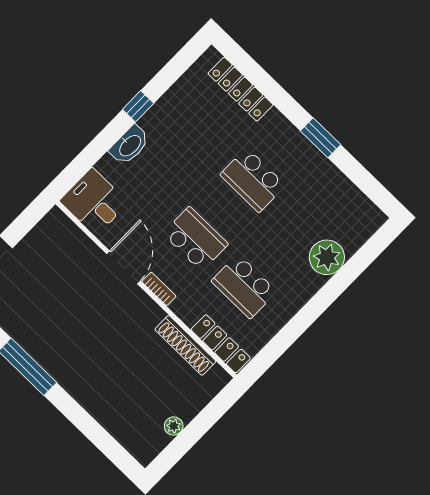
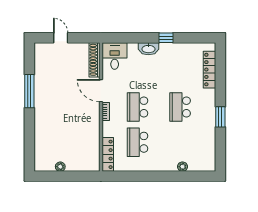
school desk: (195, 239) -> (138, 107), turned 180
plant: (327, 257) -> (182, 167), width x0.53, depth x0.53
door: (123, 267) -> (101, 91), swing flipped
shoe rack: (185, 345) -> (94, 60), moved

